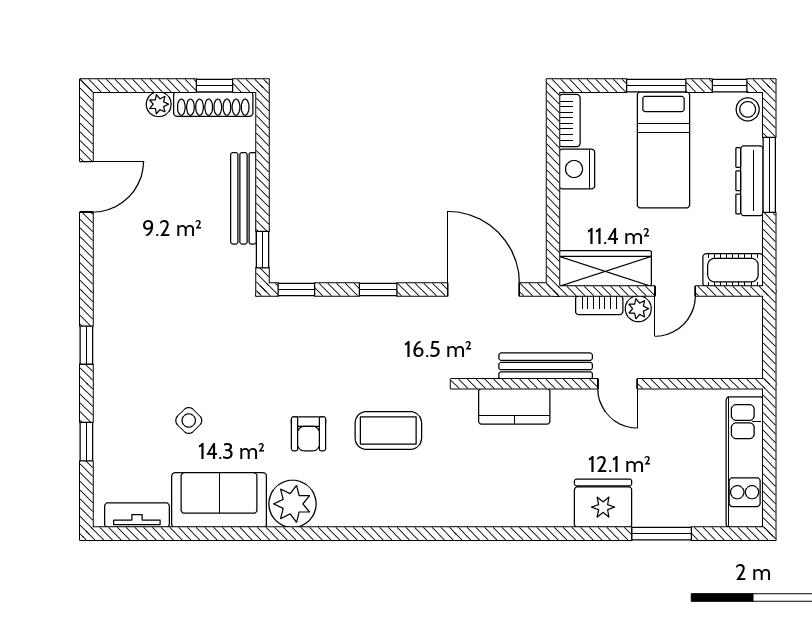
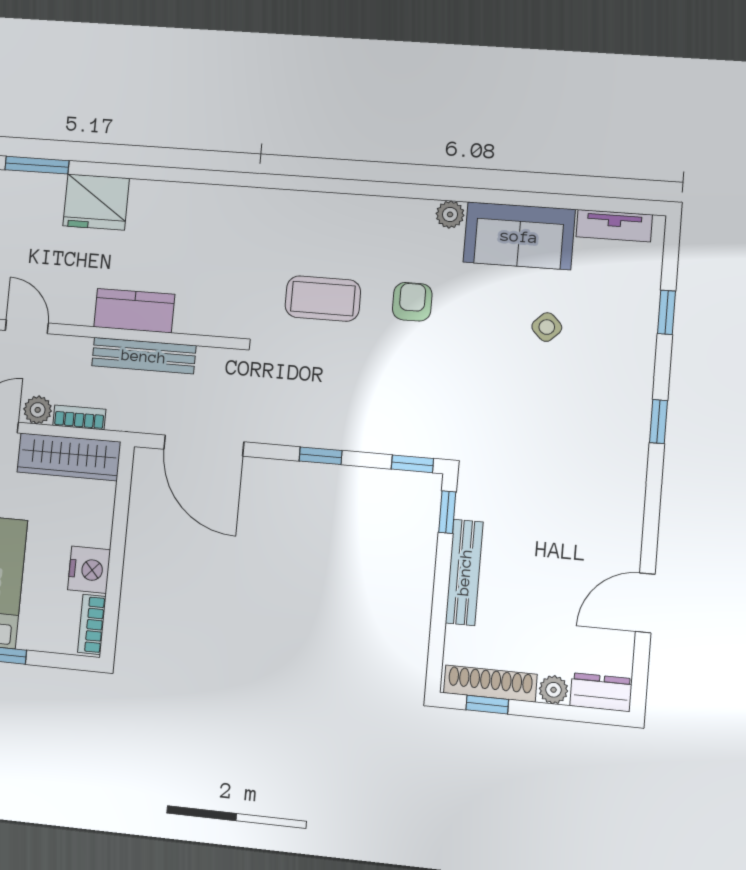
dresser: (118, 106) -> (601, 692), added
door: (618, 384) -> (27, 327), moved
kitchen counter: (514, 406) -> (134, 311), moved
plant: (293, 504) -> (450, 214), width x0.53, depth x0.53

